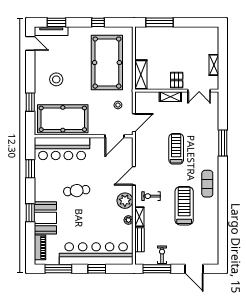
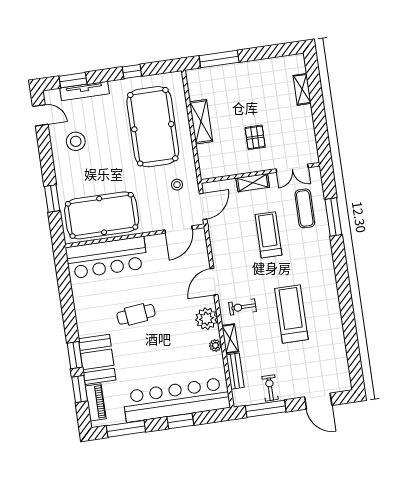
tv unit: (51, 31) -> (85, 91), moved
shelving: (214, 65) -> (302, 89), moved
shelving: (141, 75) -> (201, 122), moved
stool: (56, 79) -> (76, 141), moved
wall: (177, 91) -> (260, 173), moved
double door: (199, 91) -> (292, 168), moved
shelving: (170, 97) -> (253, 183), moved
window: (30, 169) -> (80, 389), moved
exercise mat: (207, 184) -> (305, 208), moved

